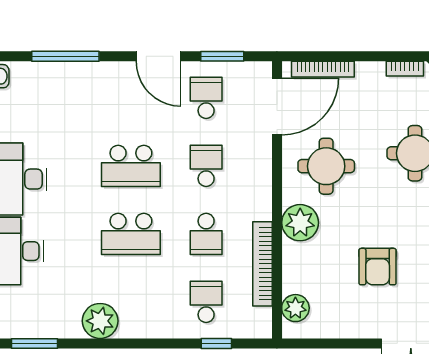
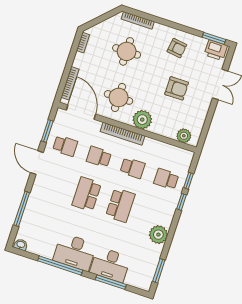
door: (159, 56) -> (37, 163), swing flipped
school desk: (206, 98) -> (65, 146), turned 180
school desk: (131, 166) -> (87, 194), turned 180
bookcase: (263, 264) -> (123, 134), moved
window: (173, 343) -> (181, 202), added

